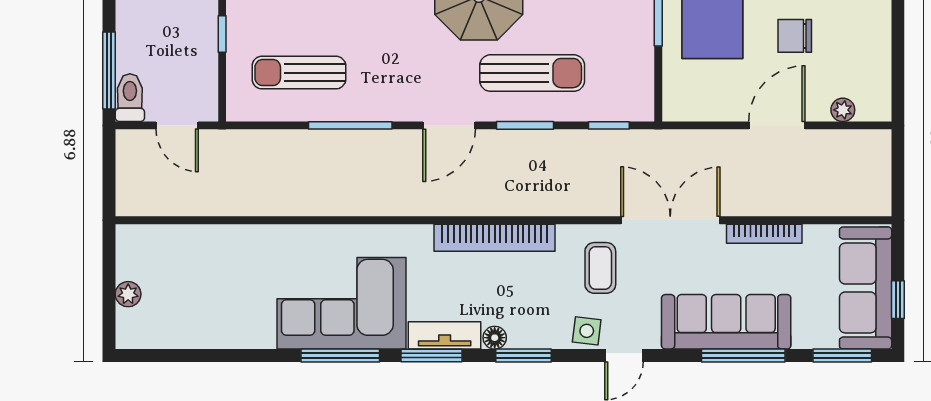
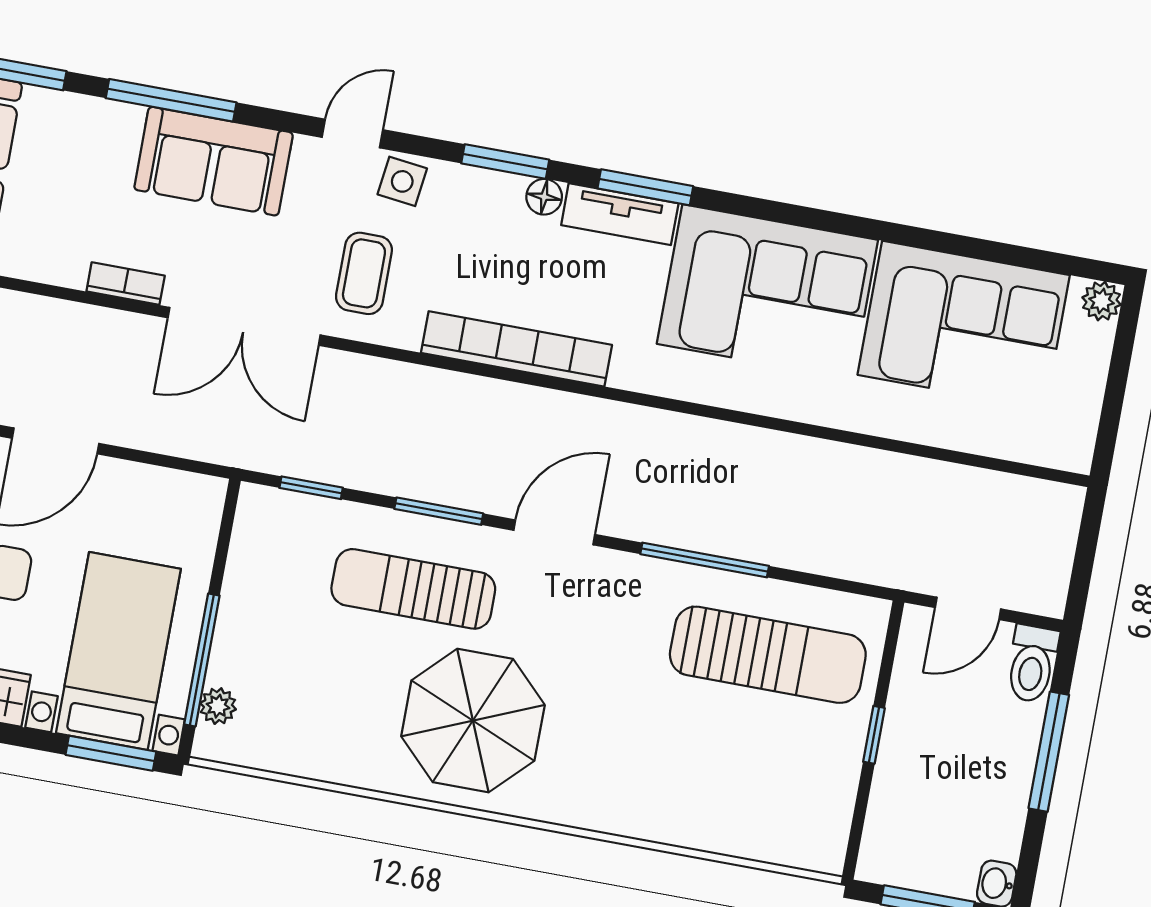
window: (109, 70) -> (1049, 752), moved
sun lounger: (299, 73) -> (768, 655), width x1.36, depth x1.34
door: (177, 125) -> (968, 608), swing flipped
bookcase: (764, 234) -> (126, 284), width x0.64
plant: (128, 294) -> (1102, 301), moved
corner sofa: (213, 305) -> (964, 325), added
sofa: (726, 322) -> (214, 161), width x0.73
window: (340, 356) -> (784, 213), removed

